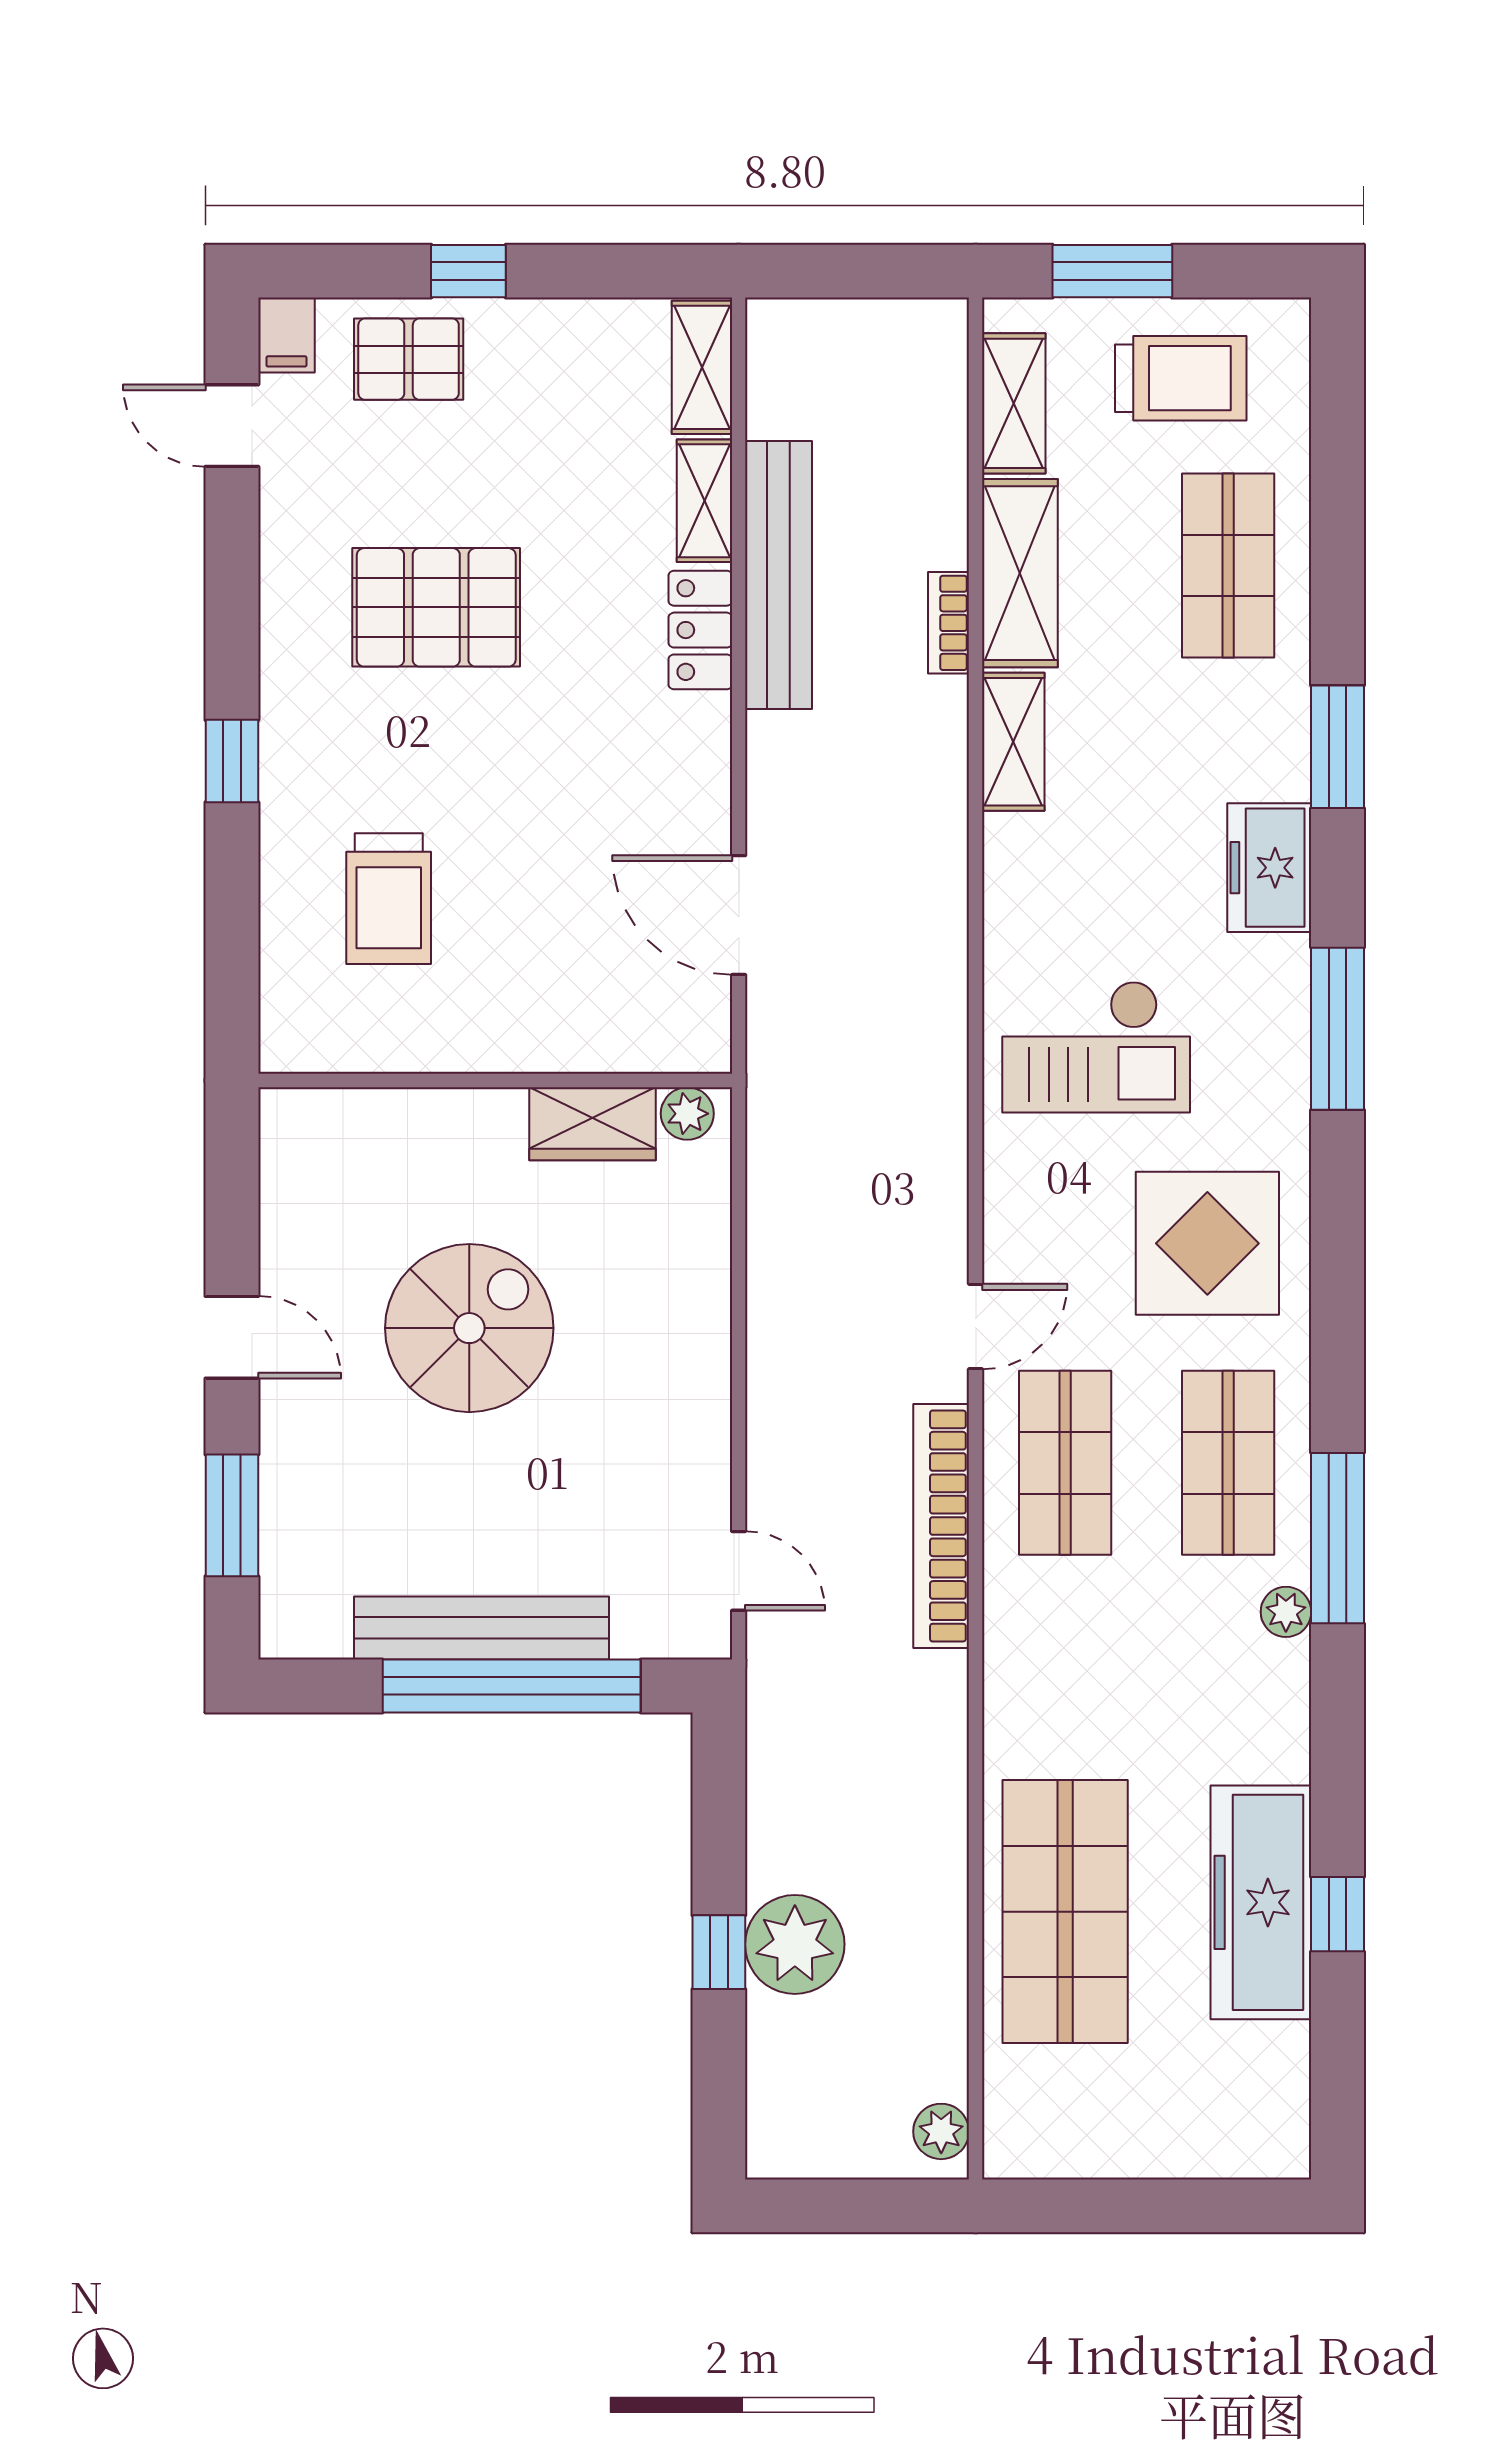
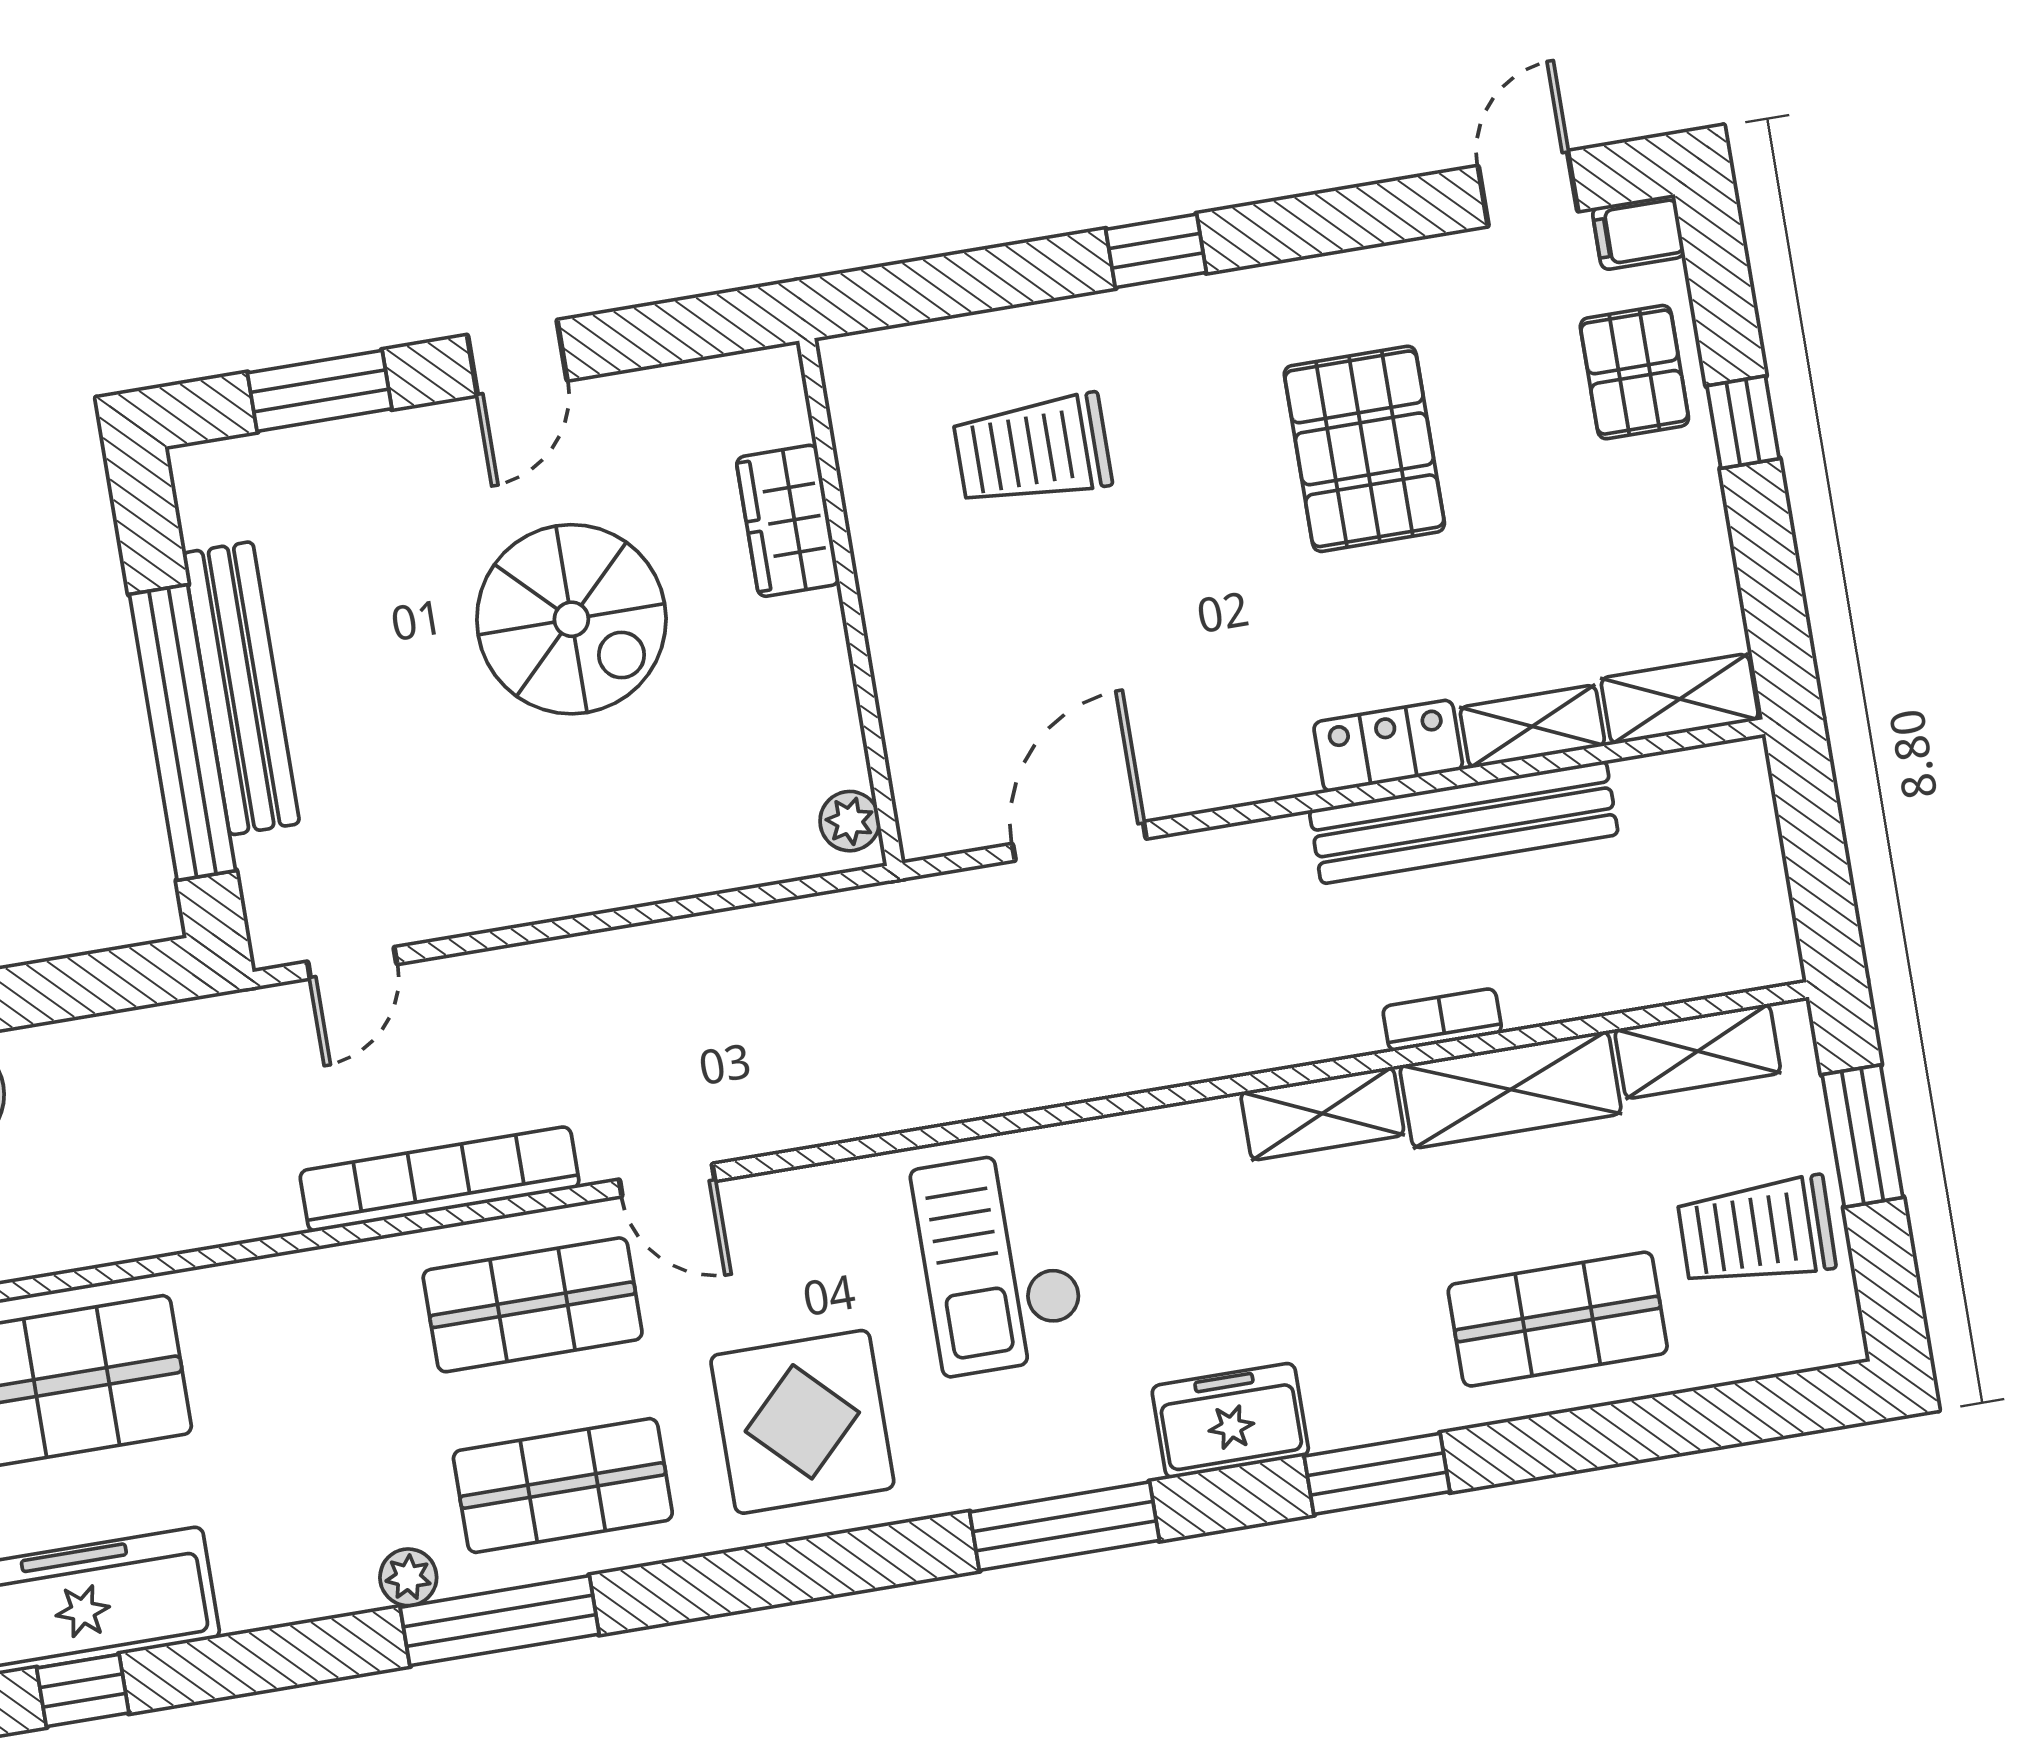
trolley: (1181, 378) -> (1756, 1232), turned 91
wardrobe: (593, 1124) -> (788, 521), moved

